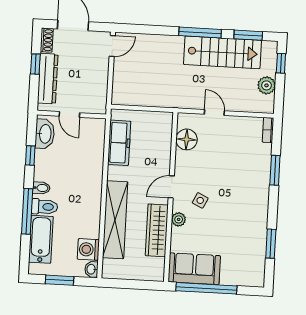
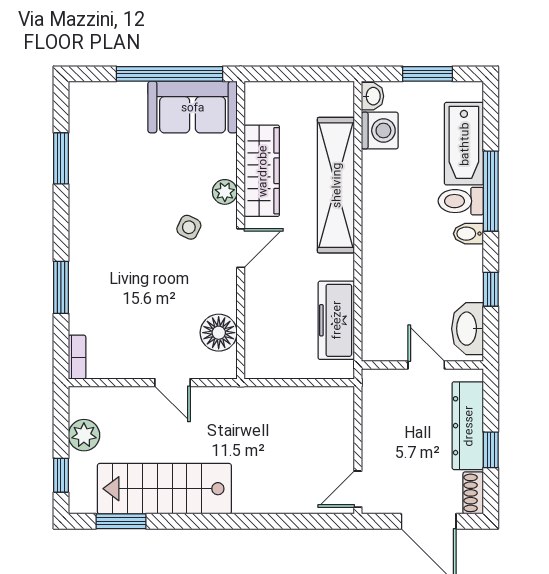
window: (200, 32) -> (205, 521), removed

